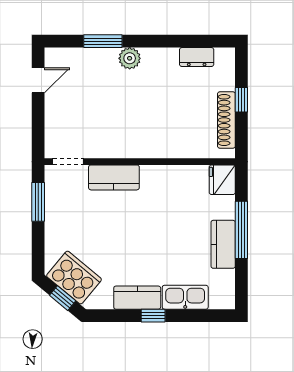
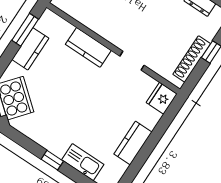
doorway: (68, 162) -> (132, 61), moved
window: (241, 230) -> (152, 141), removed
kitchen counter: (137, 298) -> (30, 49), moved, turned 90

